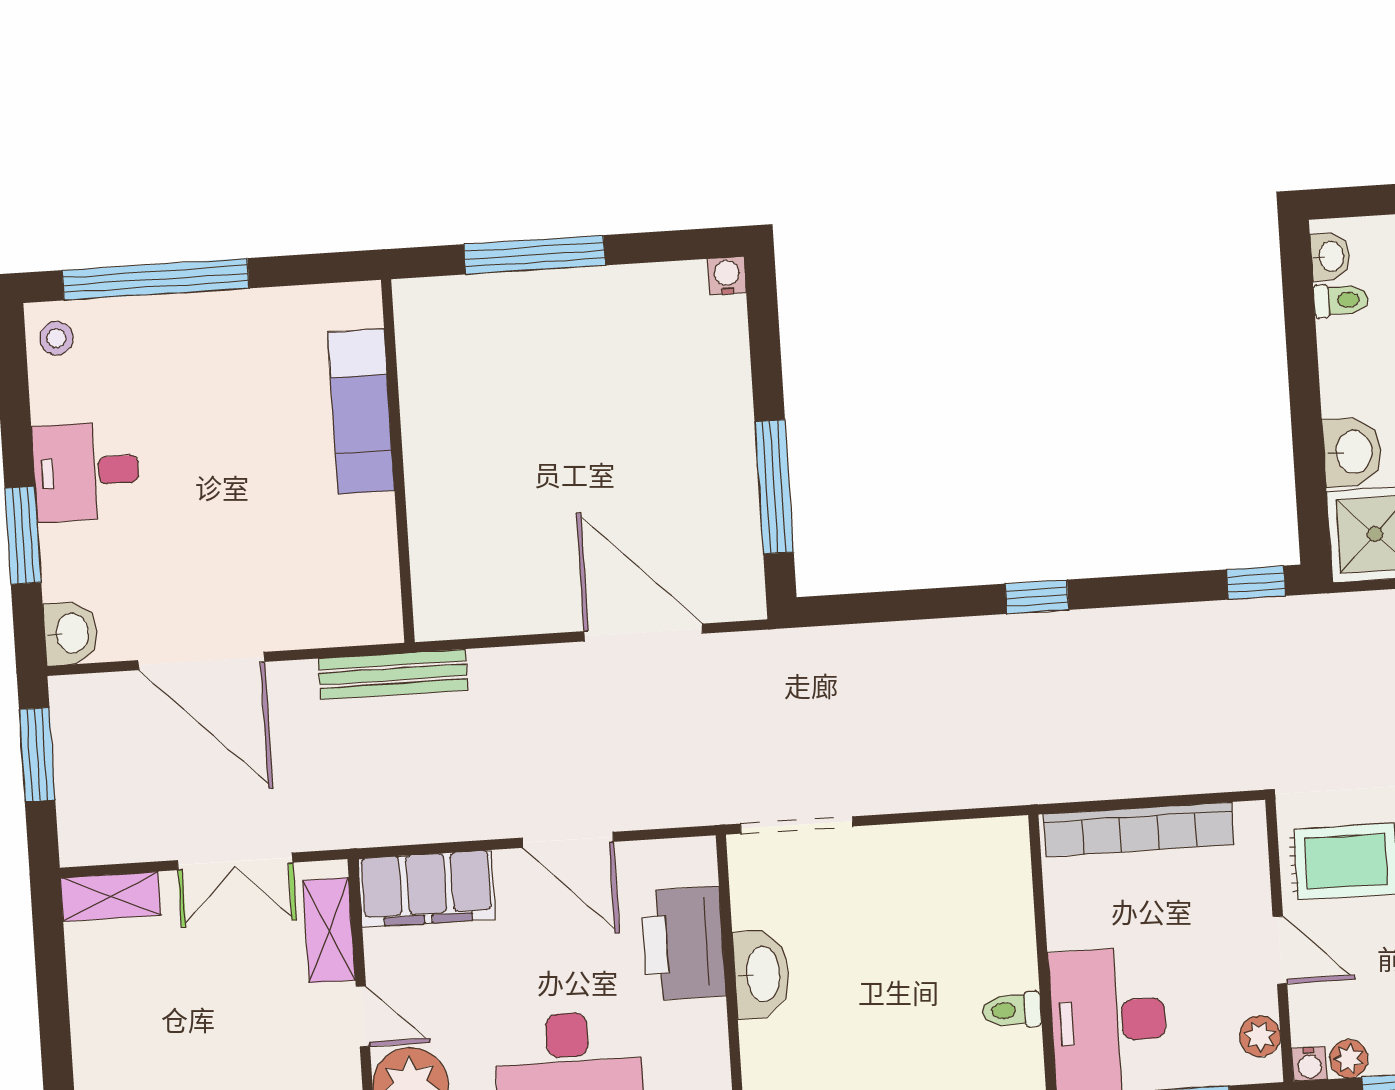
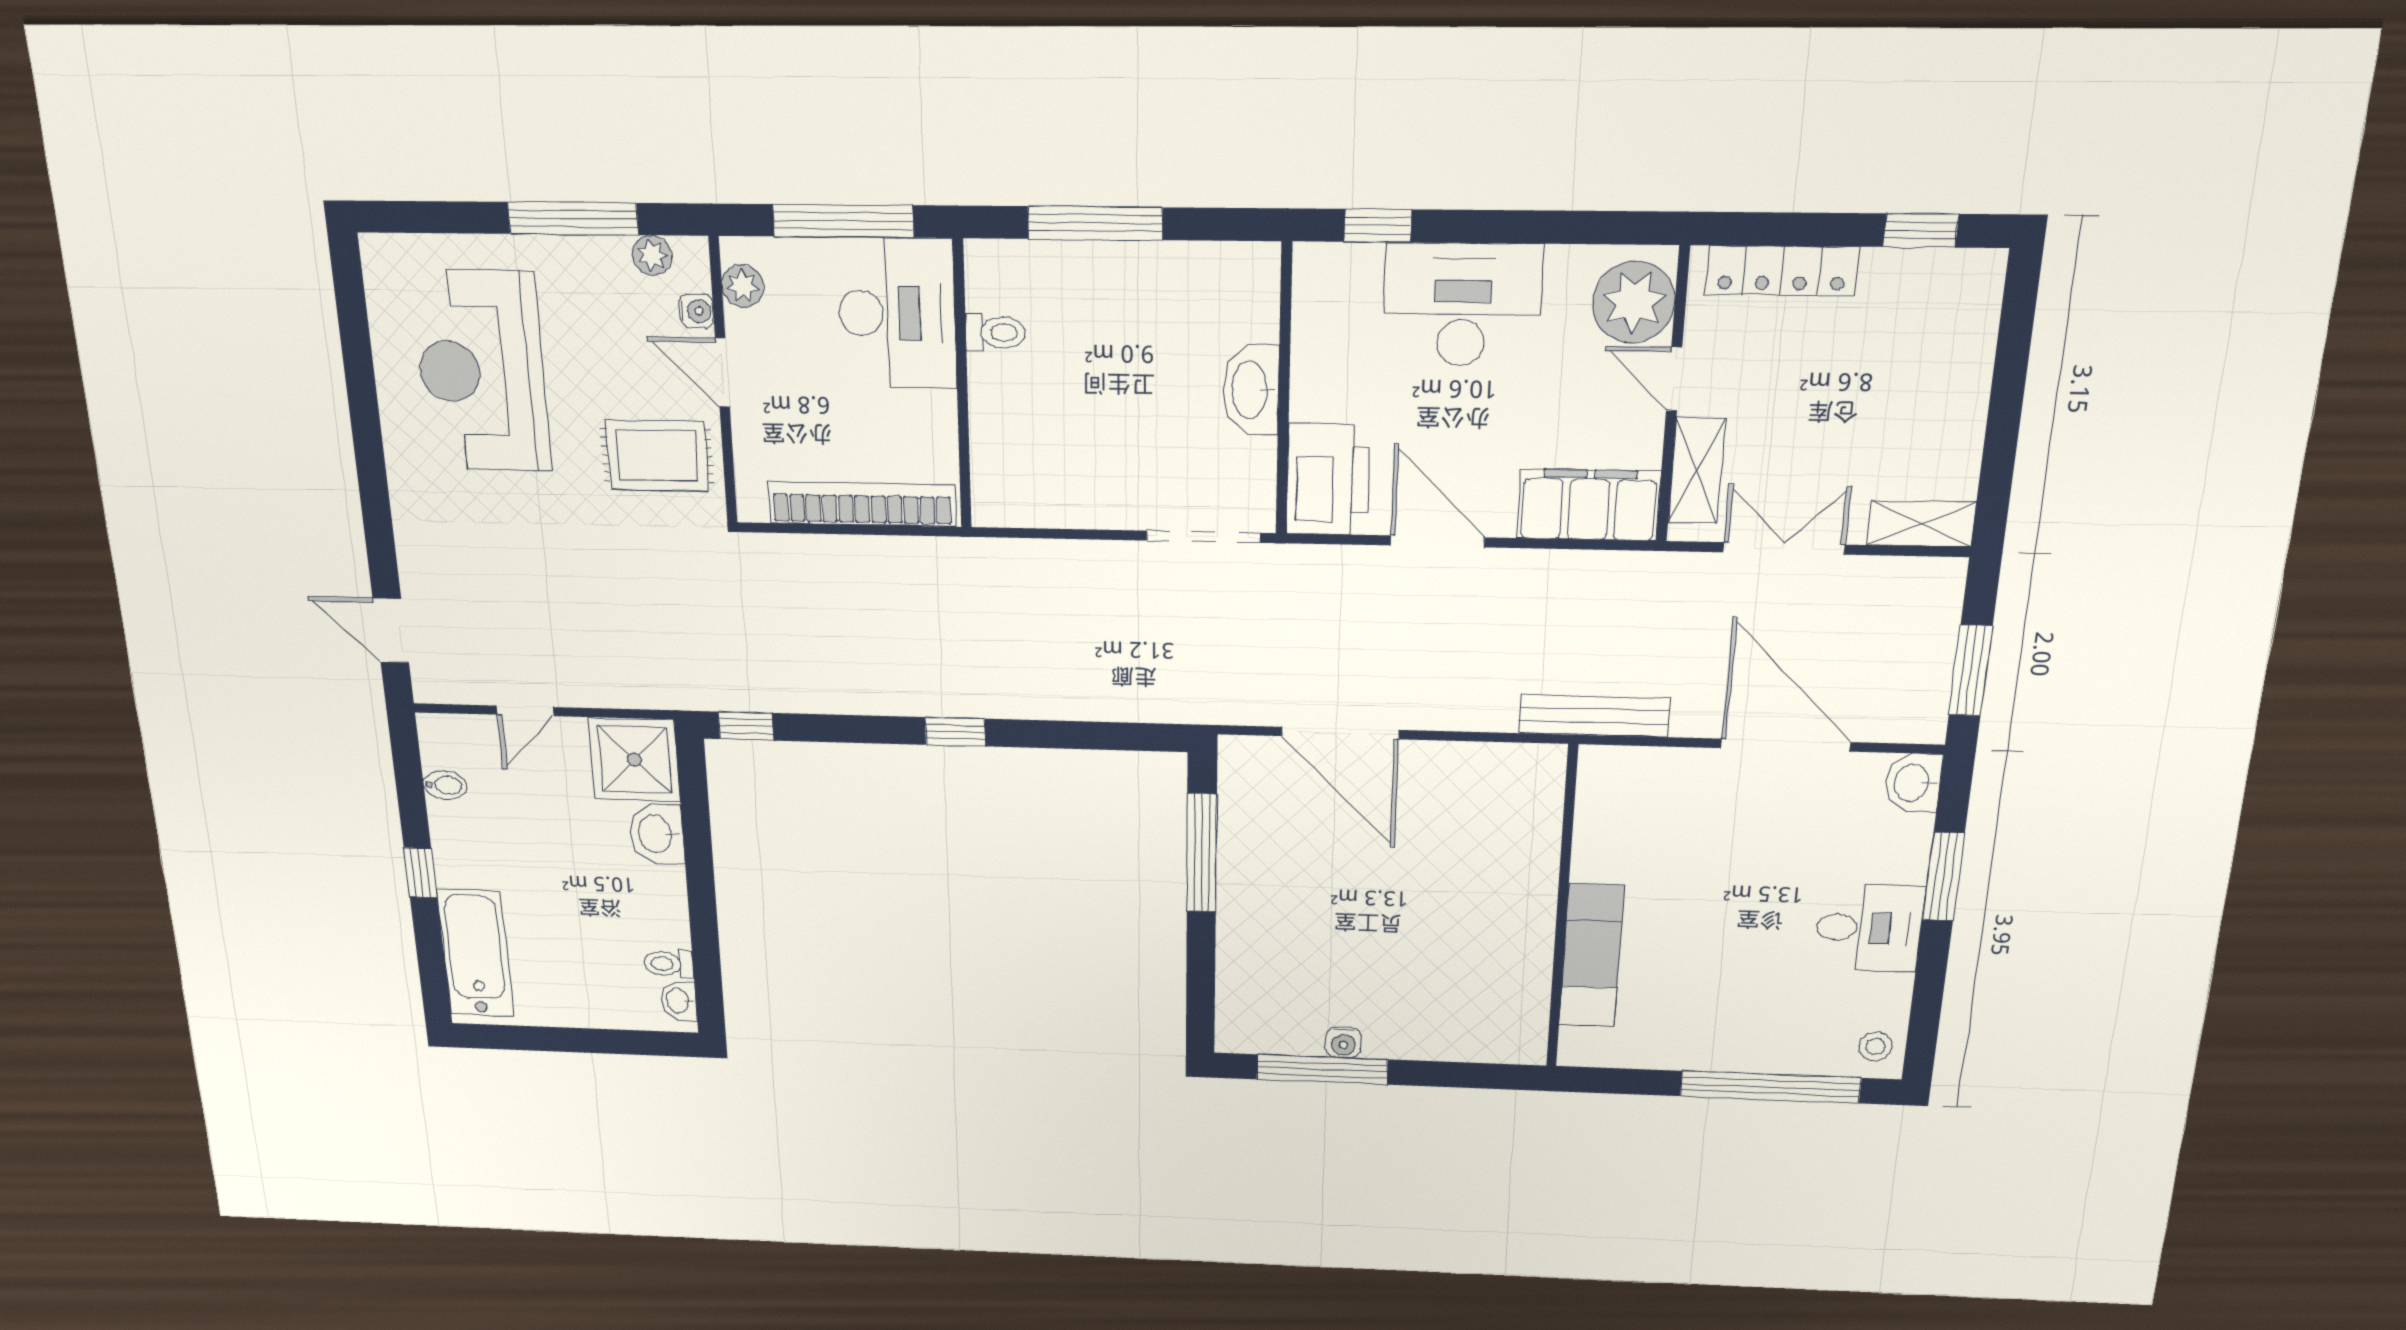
window: (534, 255) -> (1322, 1069), moved
water cooler: (727, 276) -> (1344, 1042), moved
printer: (683, 943) -> (1328, 479), moved
water cooler: (1309, 1064) -> (697, 311), moved, turned 90

